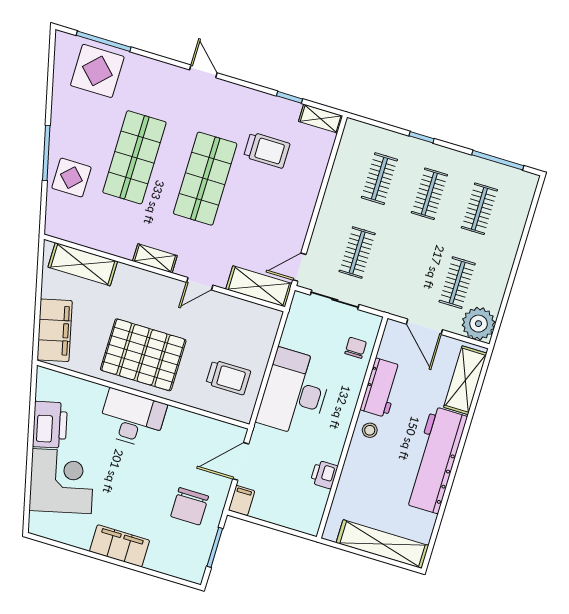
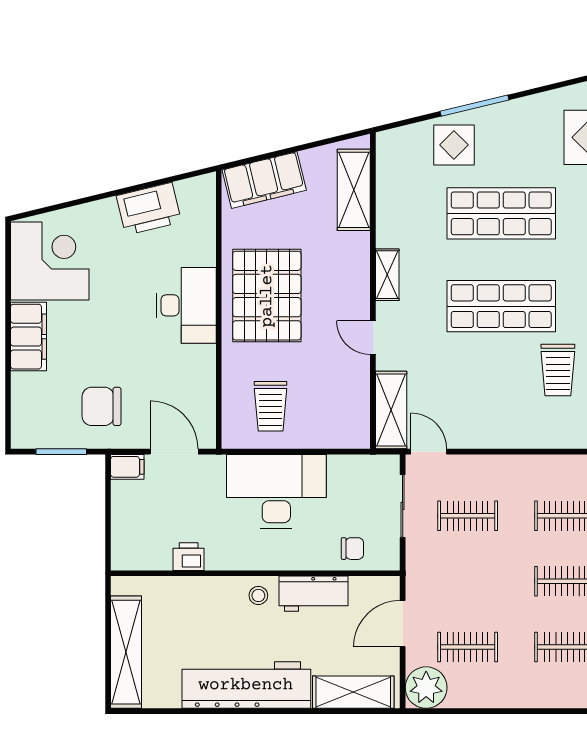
corner desk: (62, 481) -> (50, 261), moved, turned -76

